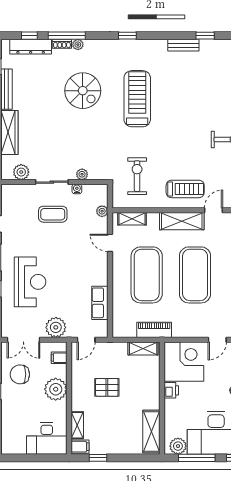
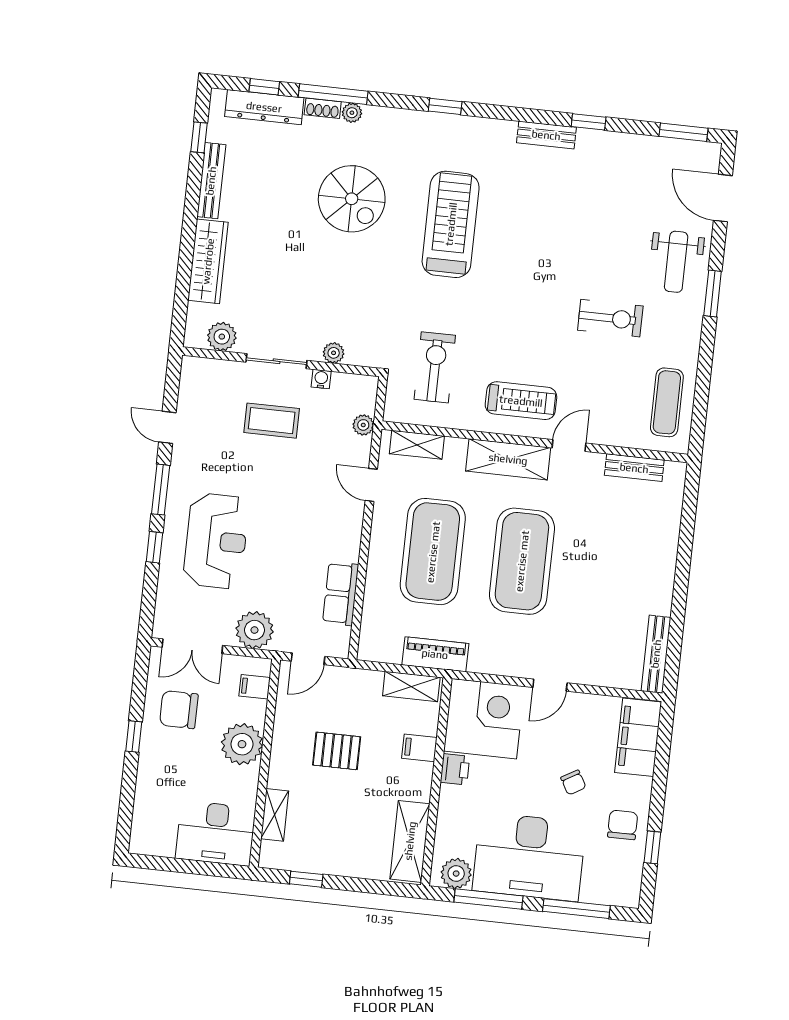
filing cabinet: (80, 447) -> (419, 748), moved, turned 180

